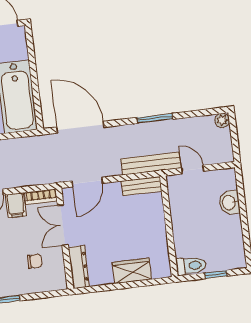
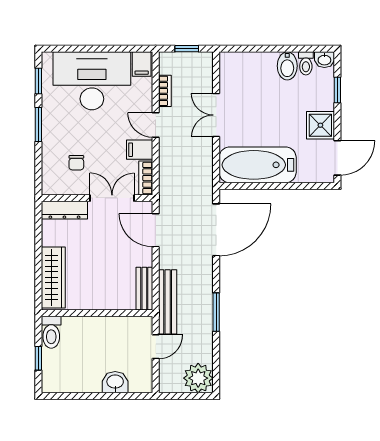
plant: (222, 120) -> (198, 378), width x1.87, depth x1.87
wardrobe: (132, 271) -> (53, 277), width x1.50

